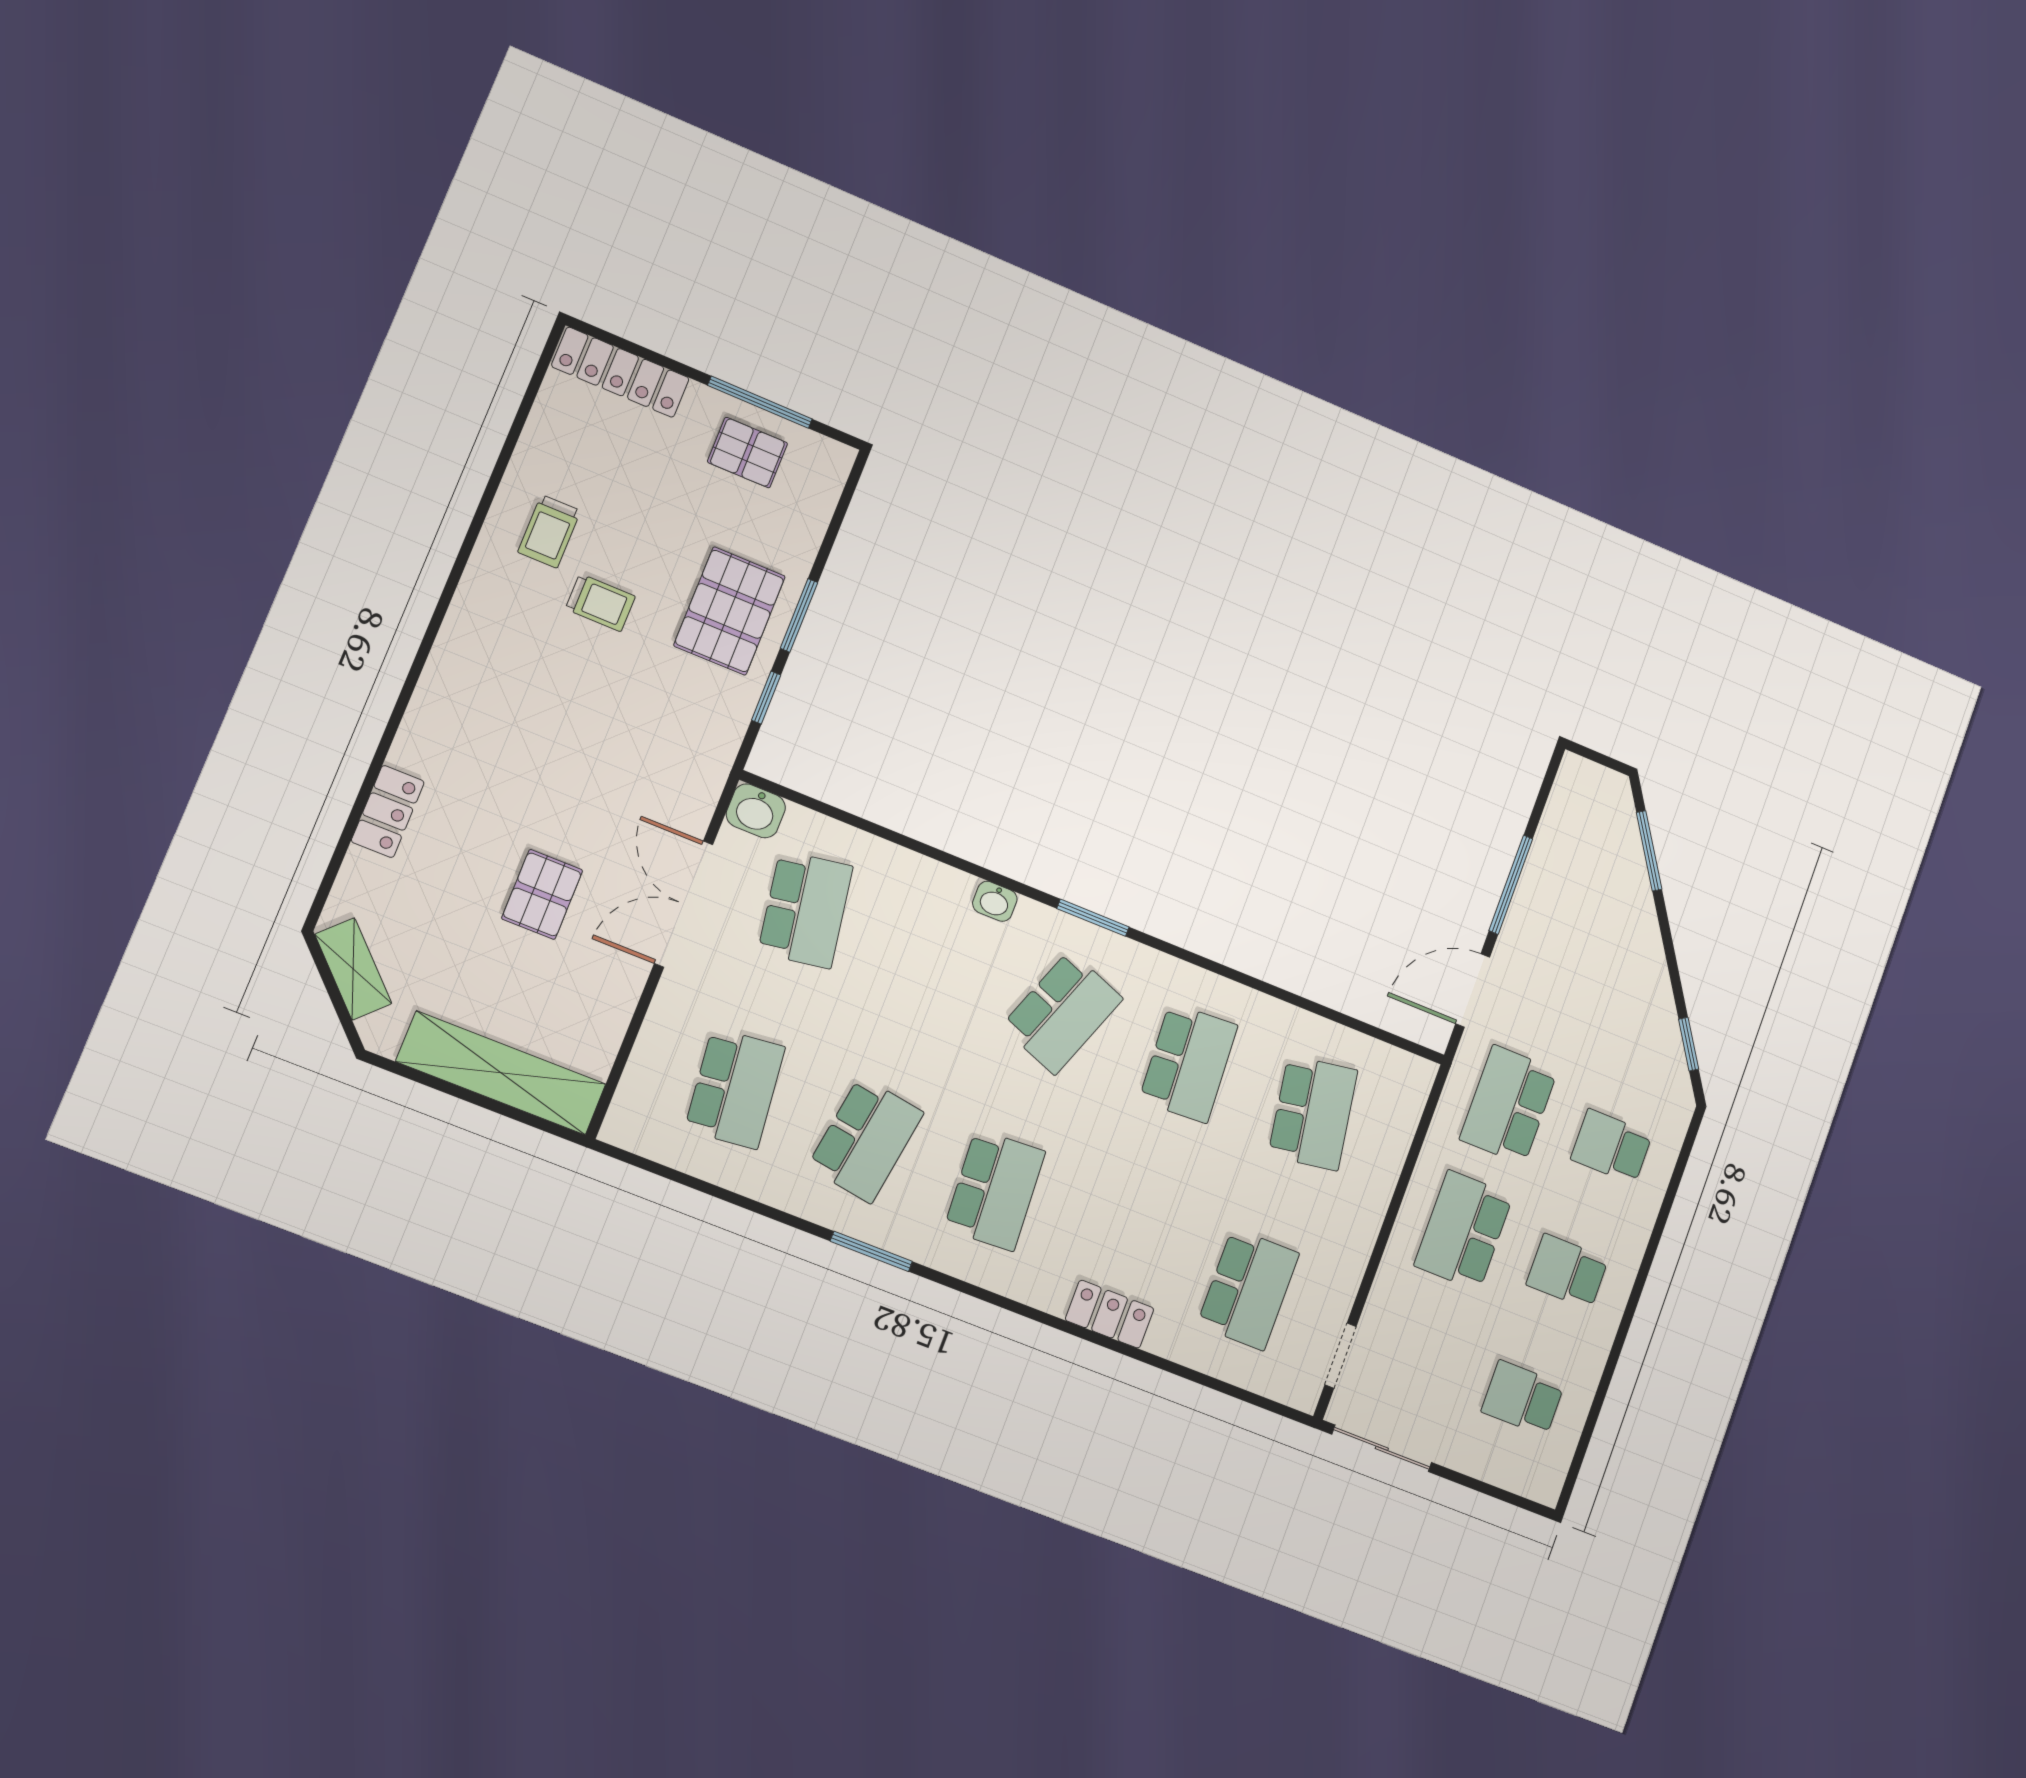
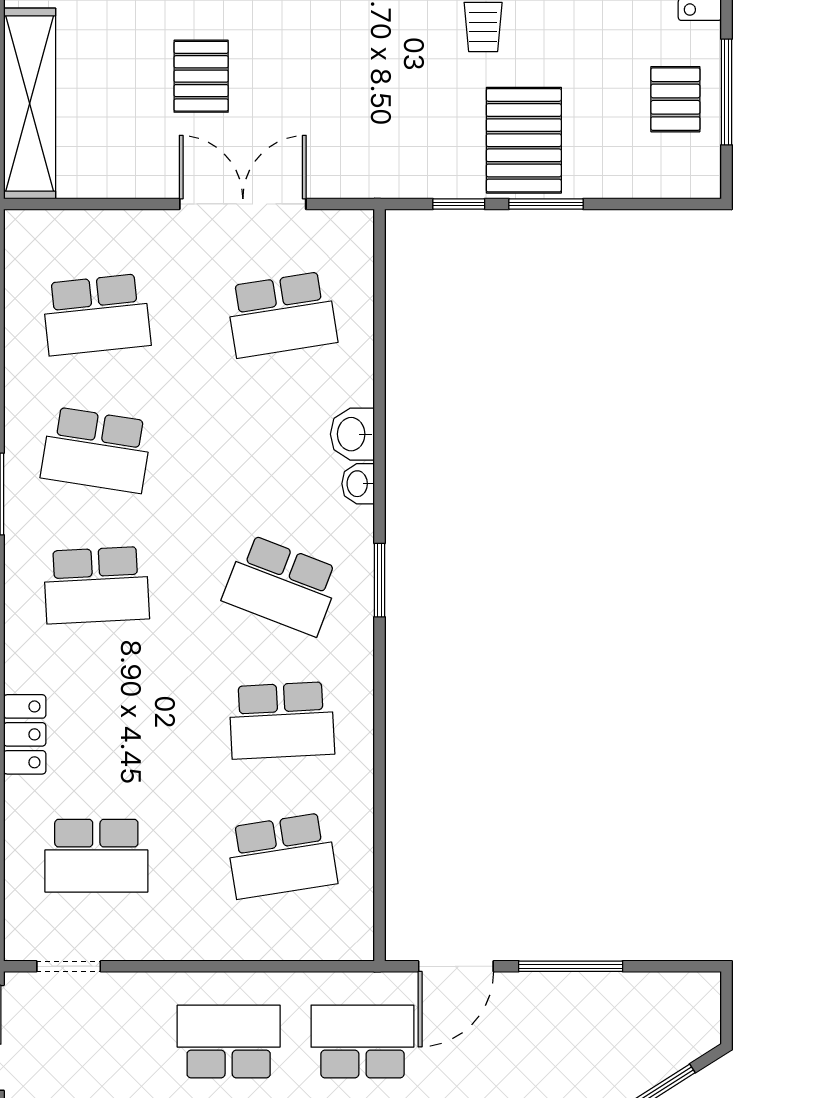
pallet: (730, 611) -> (524, 140), turned 90
washbasin: (756, 811) -> (352, 434), moved
pallet: (542, 894) -> (201, 76), turned 90
door: (1473, 991) -> (456, 966), swing flipped

